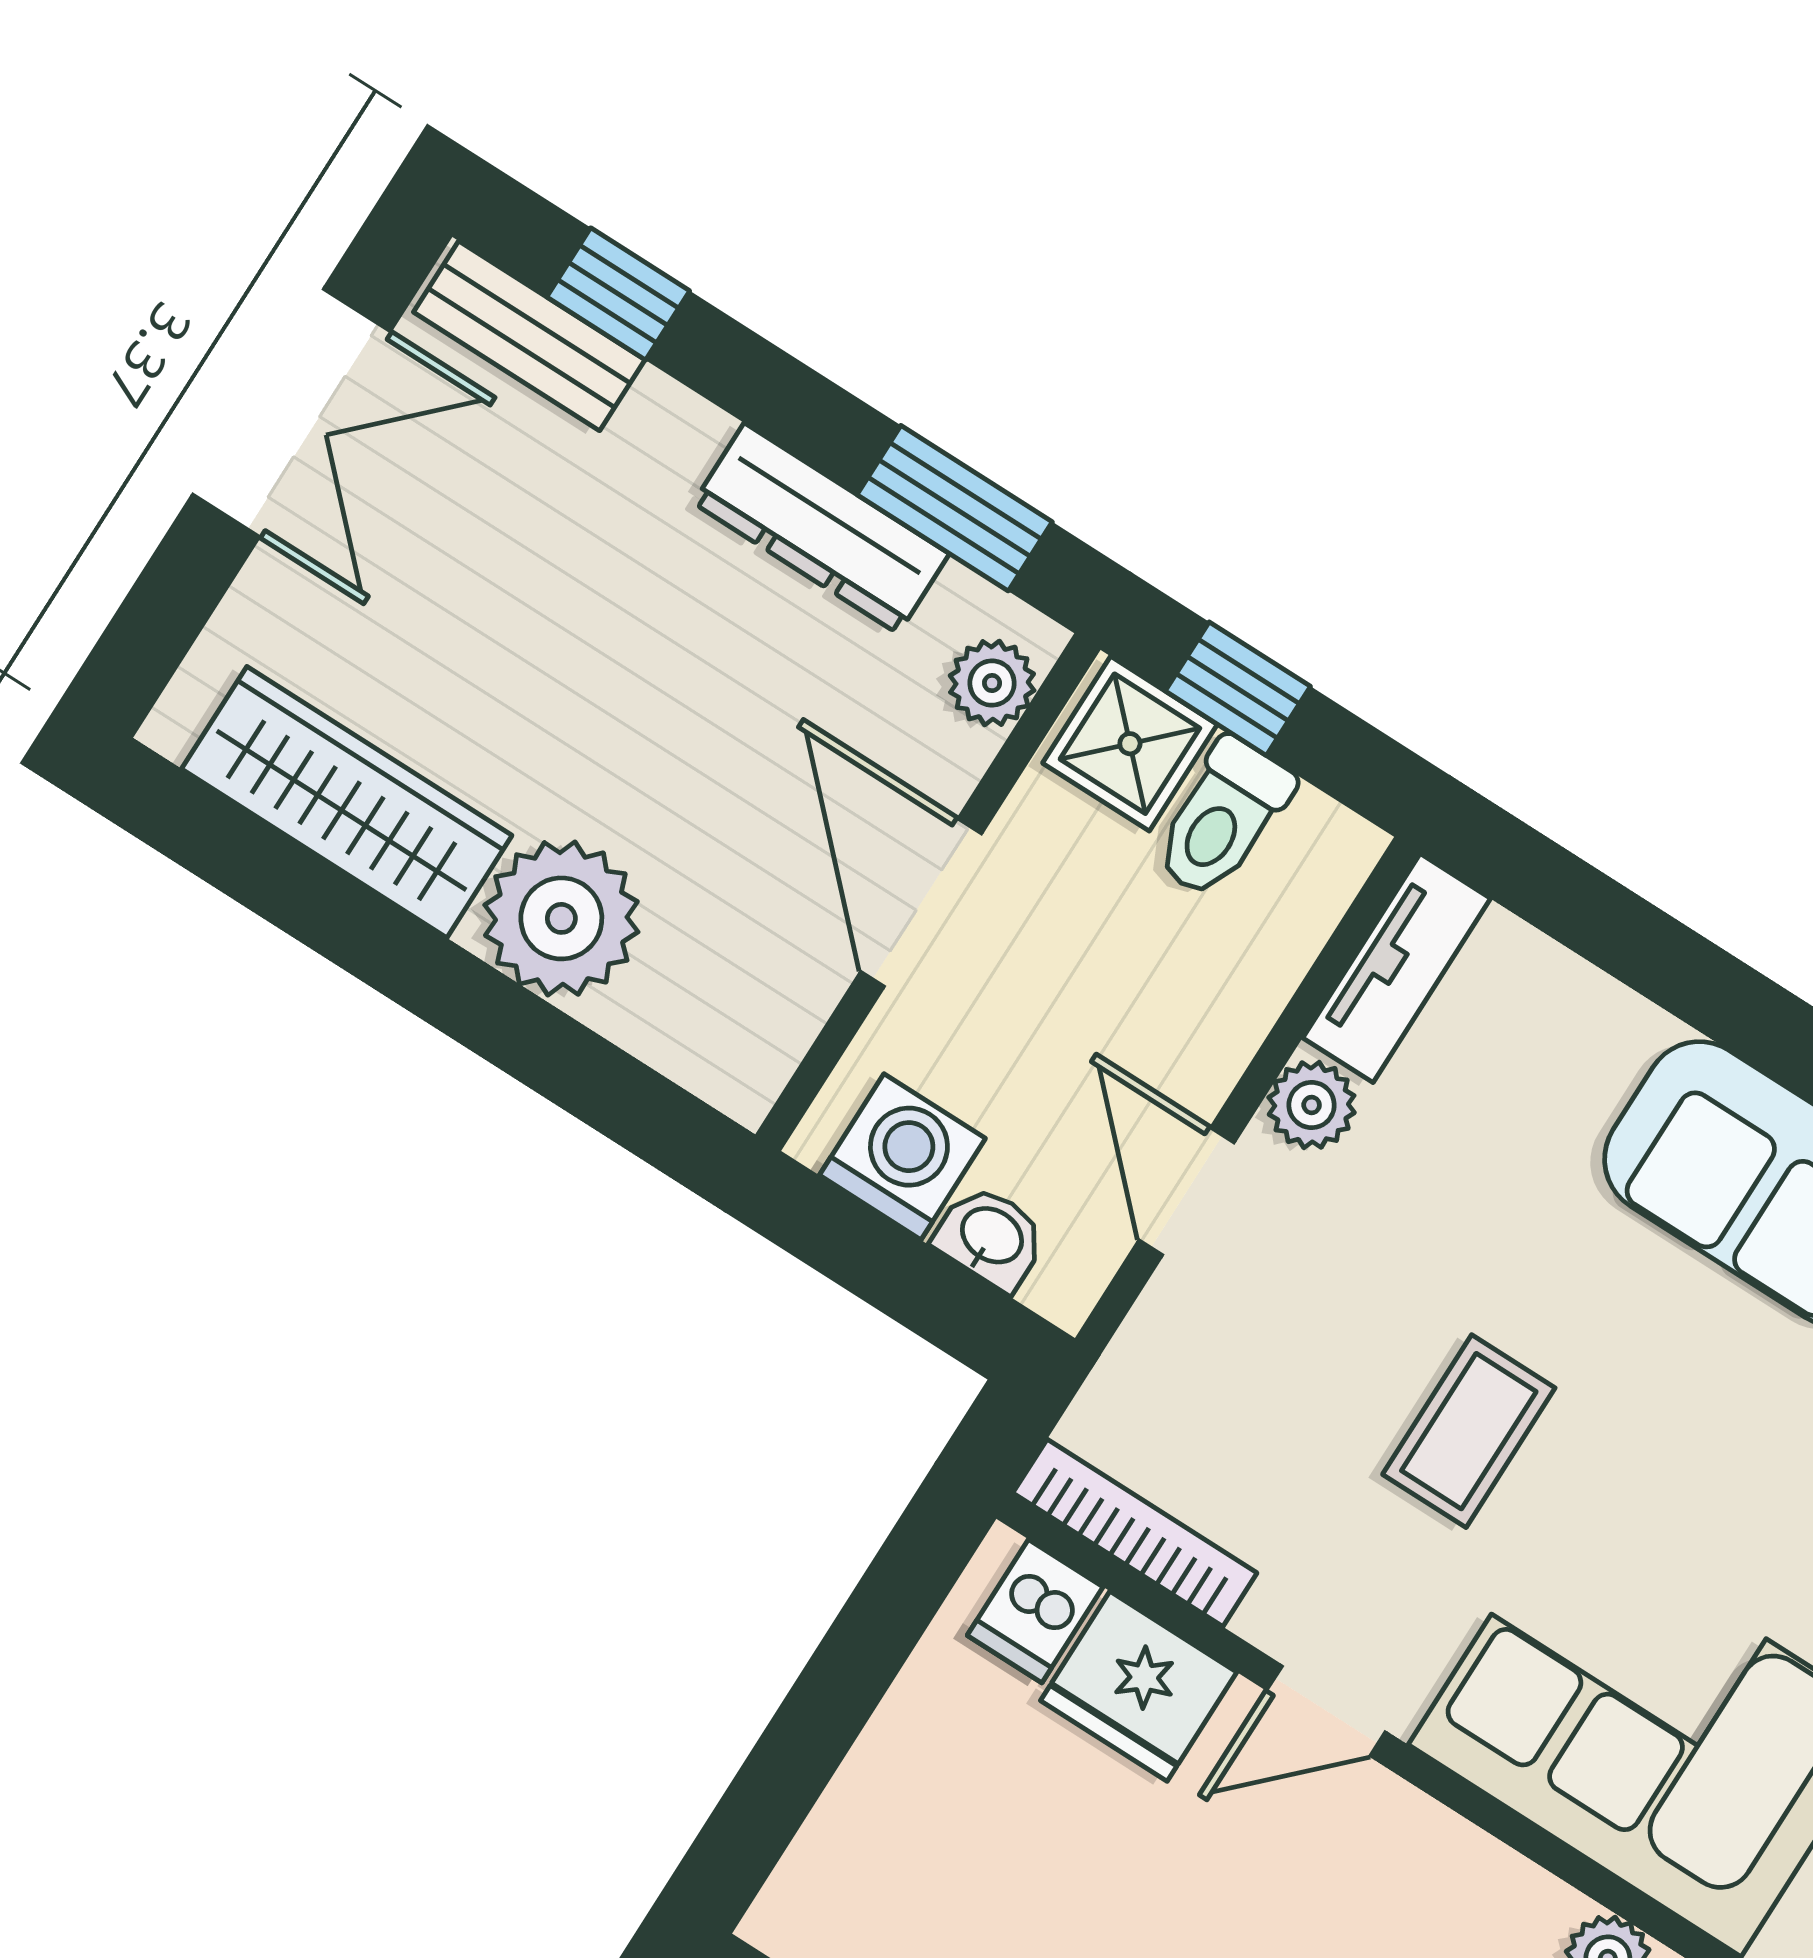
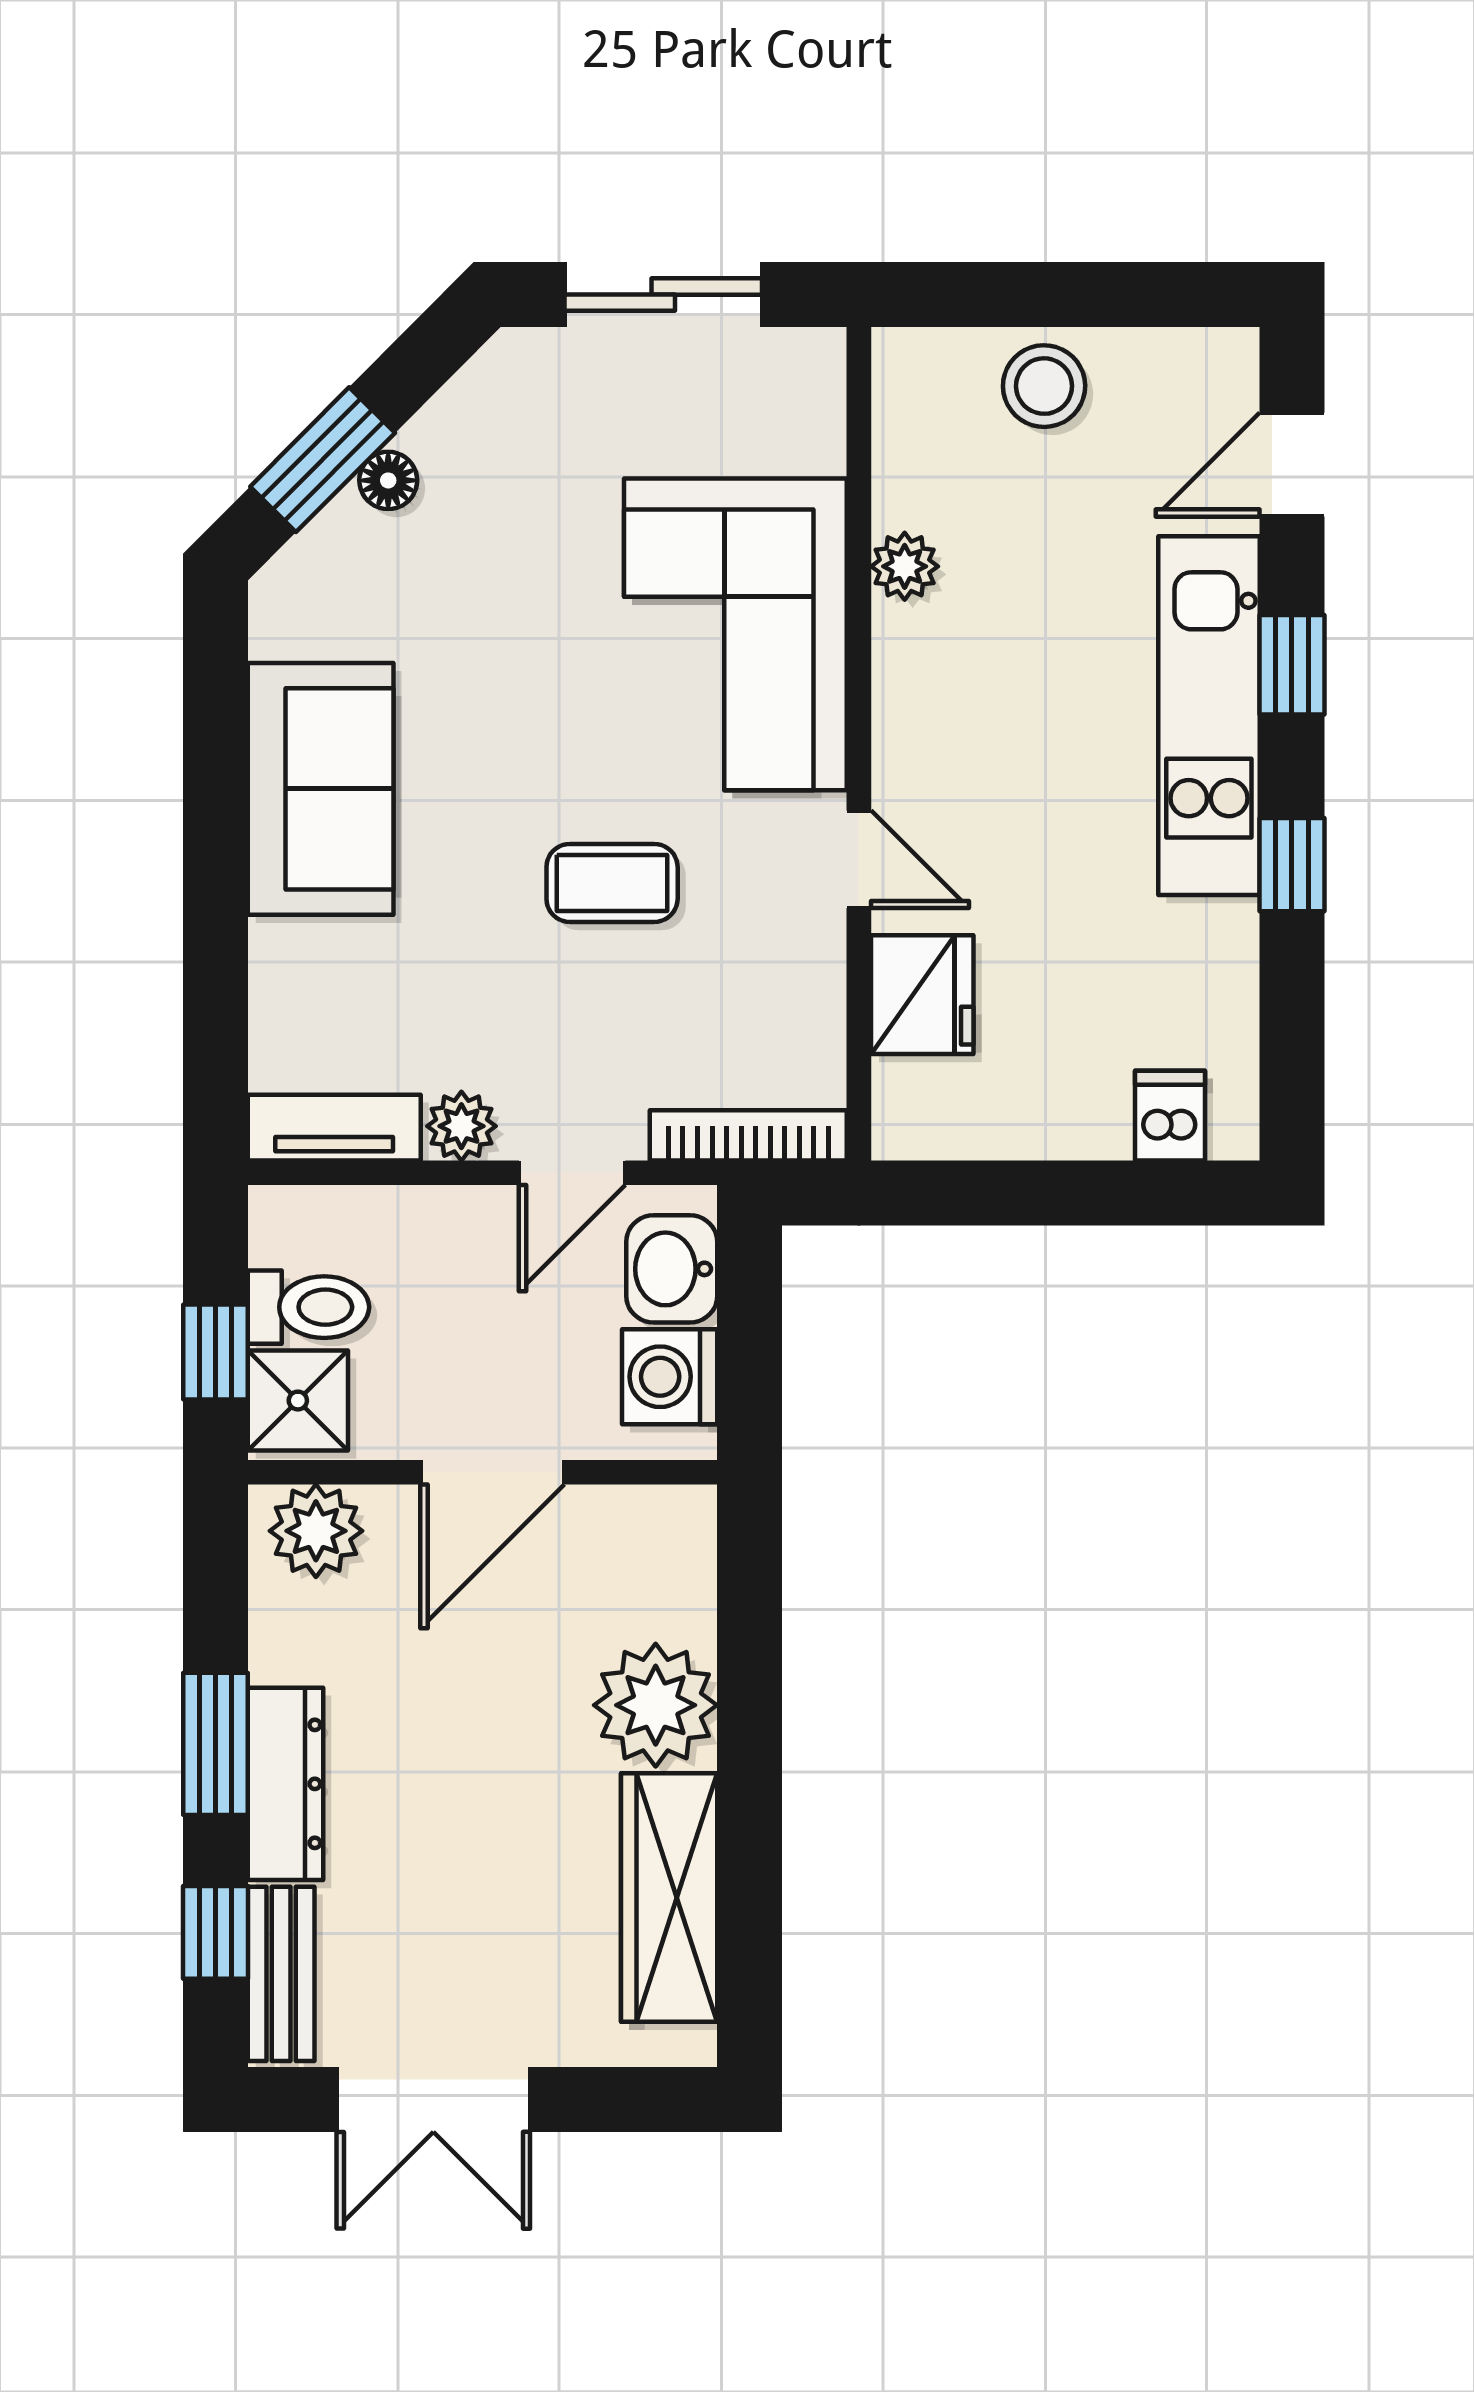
double door: (292, 413) -> (433, 2100), swing flipped
window: (955, 508) -> (215, 1744), moved
dresser: (821, 528) -> (285, 1784), moved
plant: (992, 683) -> (316, 1531), width x1.38, depth x1.38
washbasin: (991, 1237) -> (672, 1269), width x1.38, depth x1.45
bookcase: (1135, 1533) -> (748, 1135), moved, turned 90
dishwasher: (1035, 1611) -> (1170, 1116), moved, turned -90

